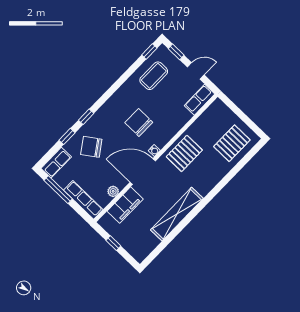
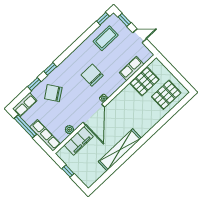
row of seats: (200, 100) -> (132, 68), moved
pallet: (184, 153) -> (145, 81), moved
door: (143, 172) -> (94, 115), swing flipped

